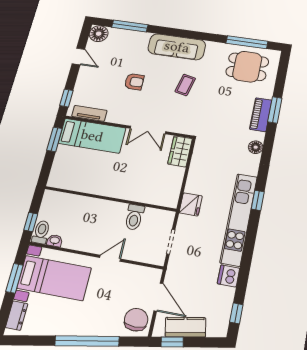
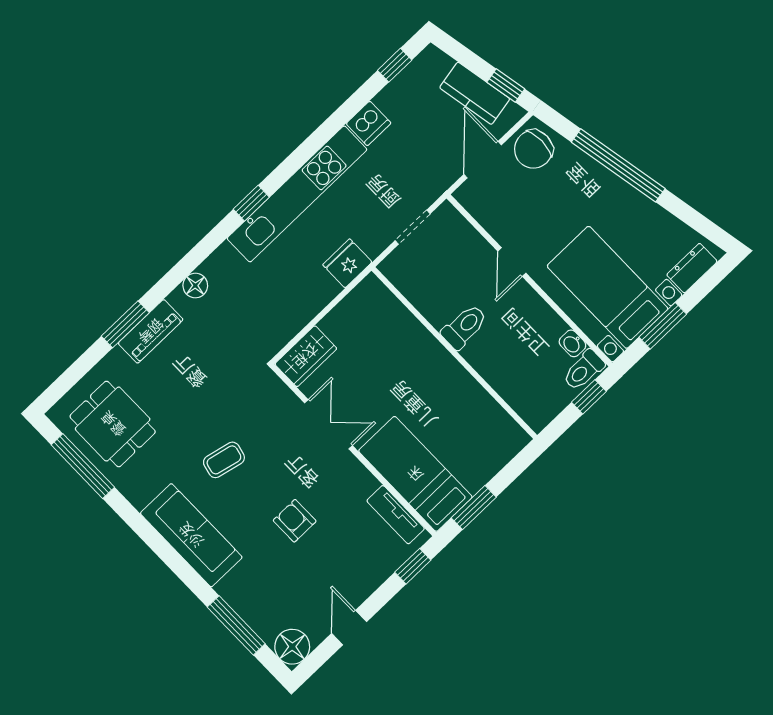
toilet: (134, 217) -> (464, 327), moved
door: (110, 258) -> (512, 262), hinge flipped

